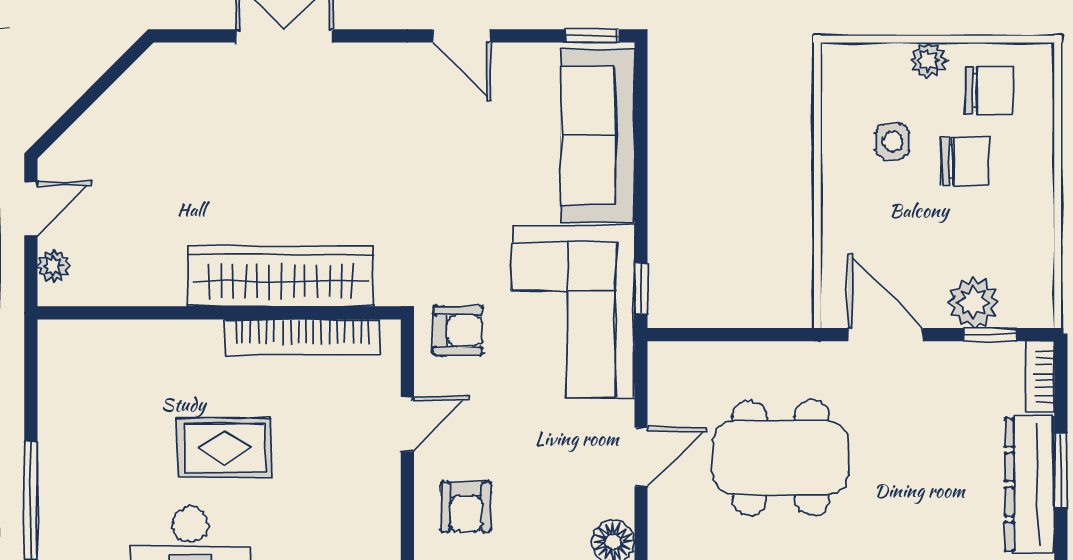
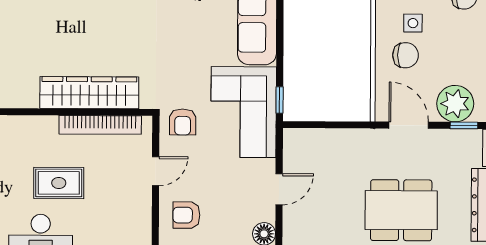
chair: (966, 162) -> (406, 55), moved
plant: (973, 303) -> (455, 104), width x1.36, depth x1.36
armchair: (458, 331) -> (183, 122), turned 90
dining table: (781, 458) -> (401, 210), moved
armchair: (466, 507) -> (186, 215), turned 90

